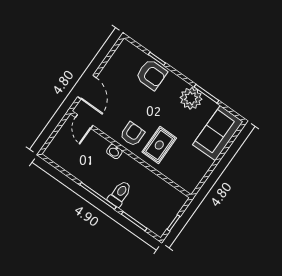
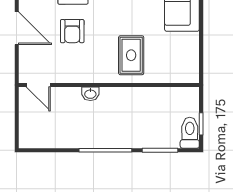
door: (87, 87) -> (17, 28), moved
armchair: (132, 134) -> (72, 31), moved, turned 180
toilet: (120, 194) -> (190, 133), moved

